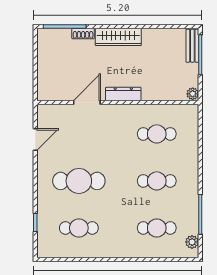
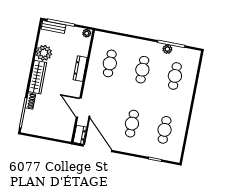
plant: (154, 39) -> (44, 53), added
dresser: (123, 94) -> (80, 69), moved
dresser: (49, 111) -> (80, 135), added
door: (35, 140) -> (98, 148), width x1.88
cafe table: (79, 181) -> (132, 124), width x0.73, depth x0.74
plant: (192, 242) -> (167, 49), moved

